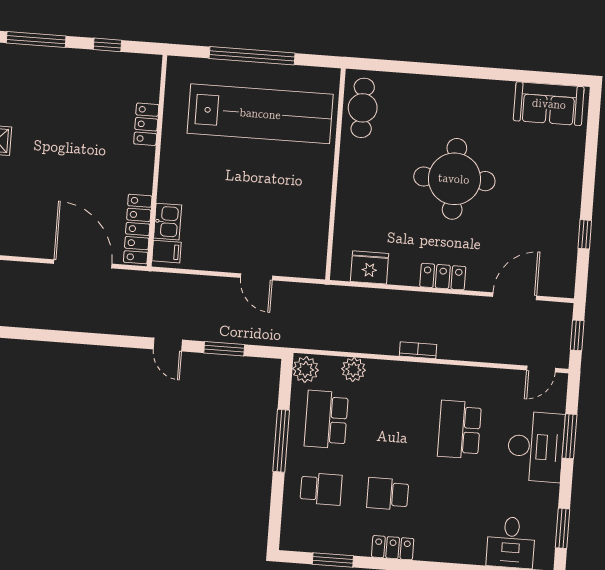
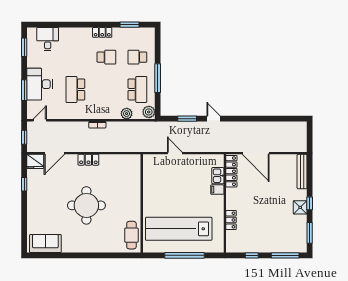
filing cabinet: (166, 252) -> (217, 190), moved
fridge: (370, 267) -> (35, 161), moved
school desk: (459, 430) -> (75, 89), turned 180

